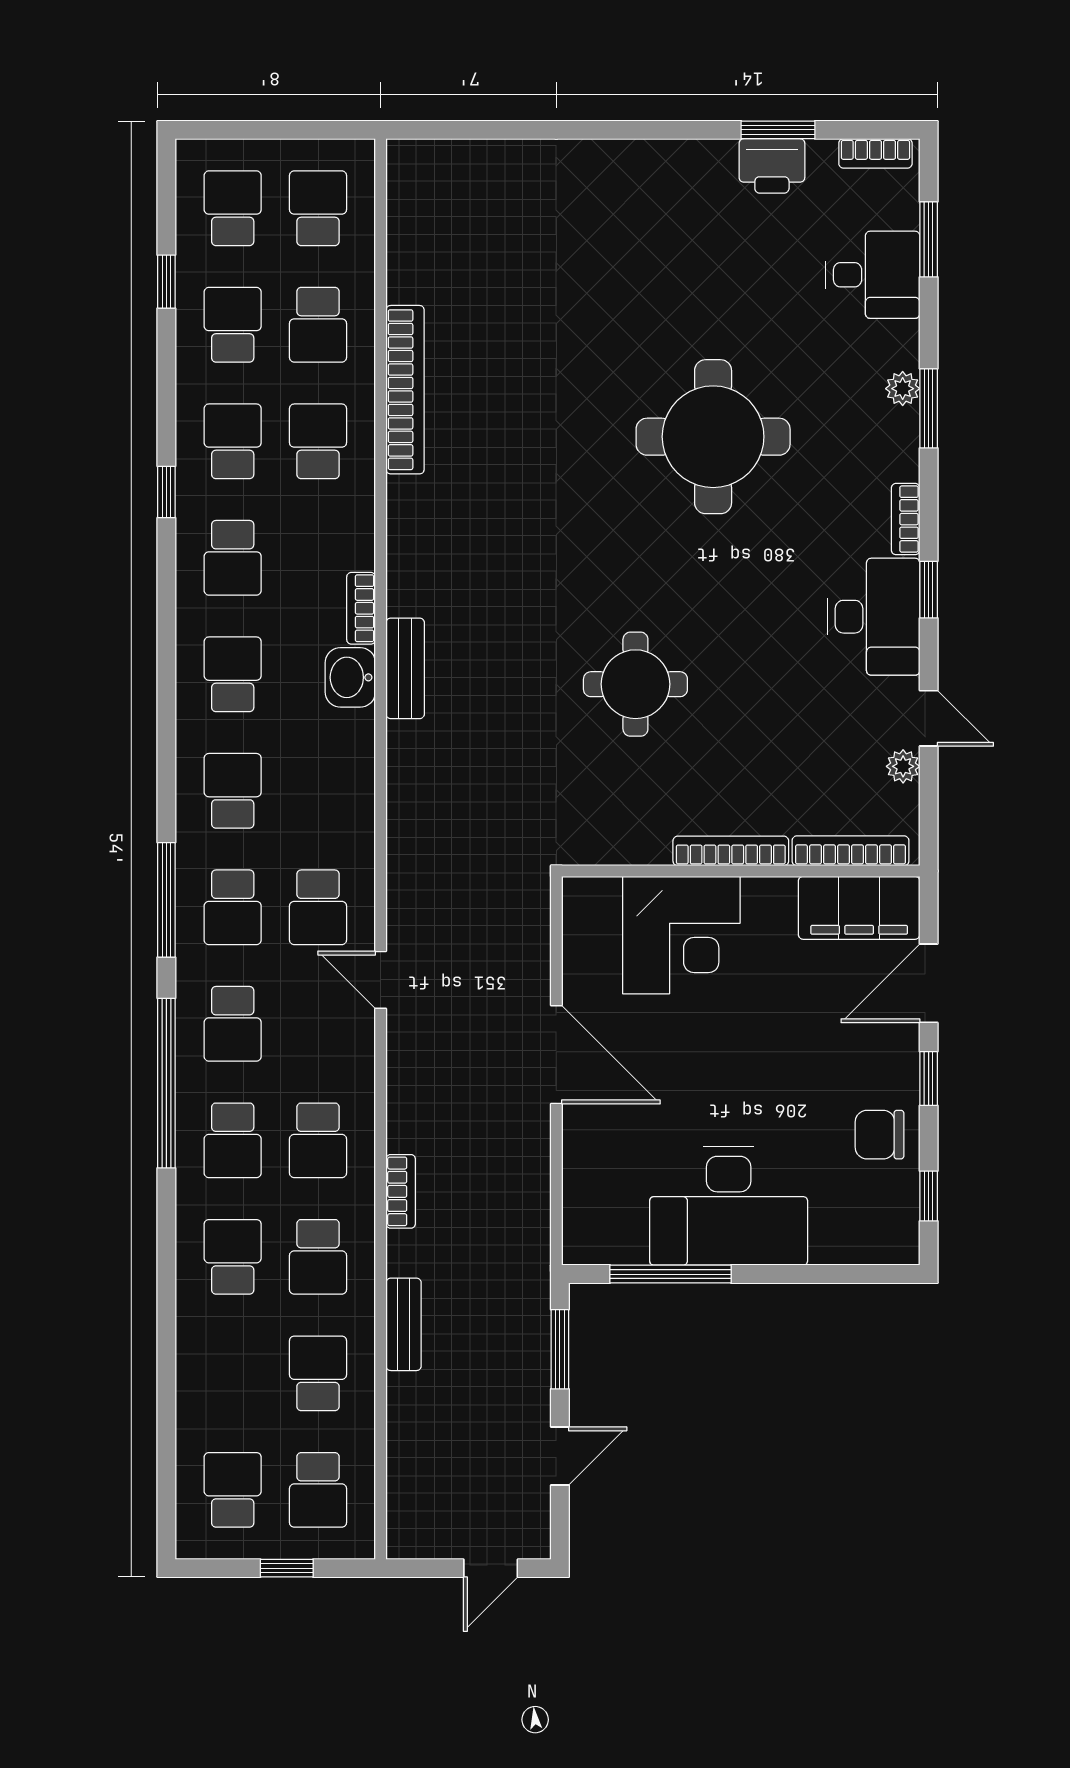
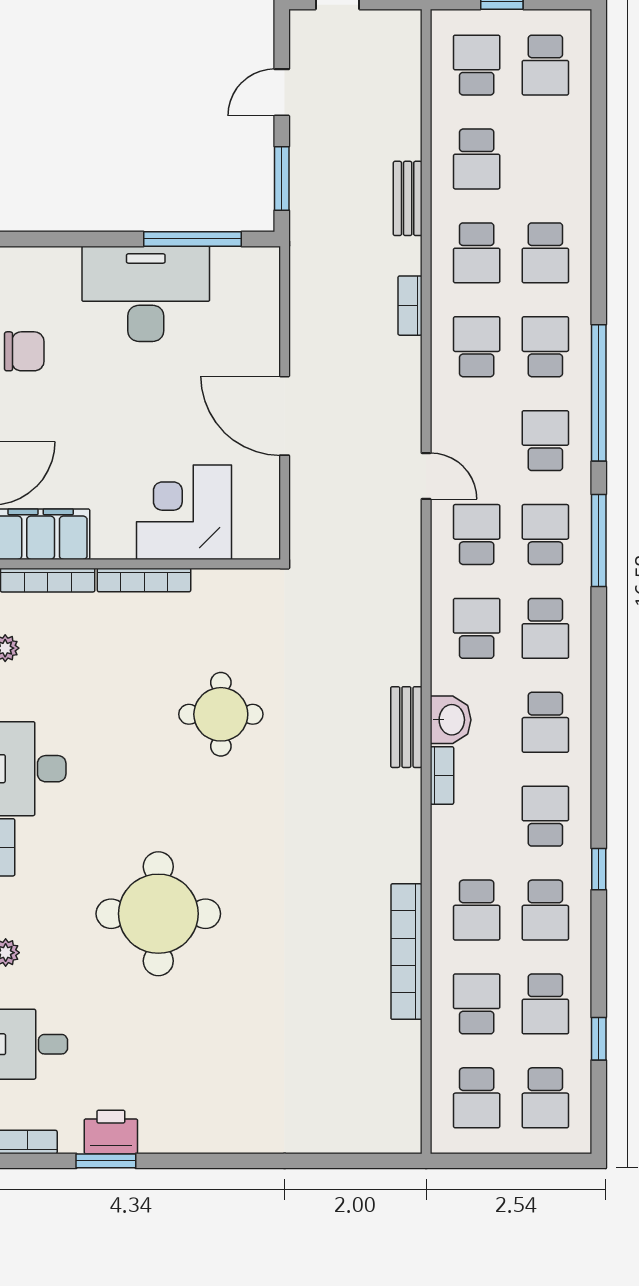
school desk: (318, 791) -> (477, 628), added
school desk: (318, 1257) -> (477, 253), turned 180

